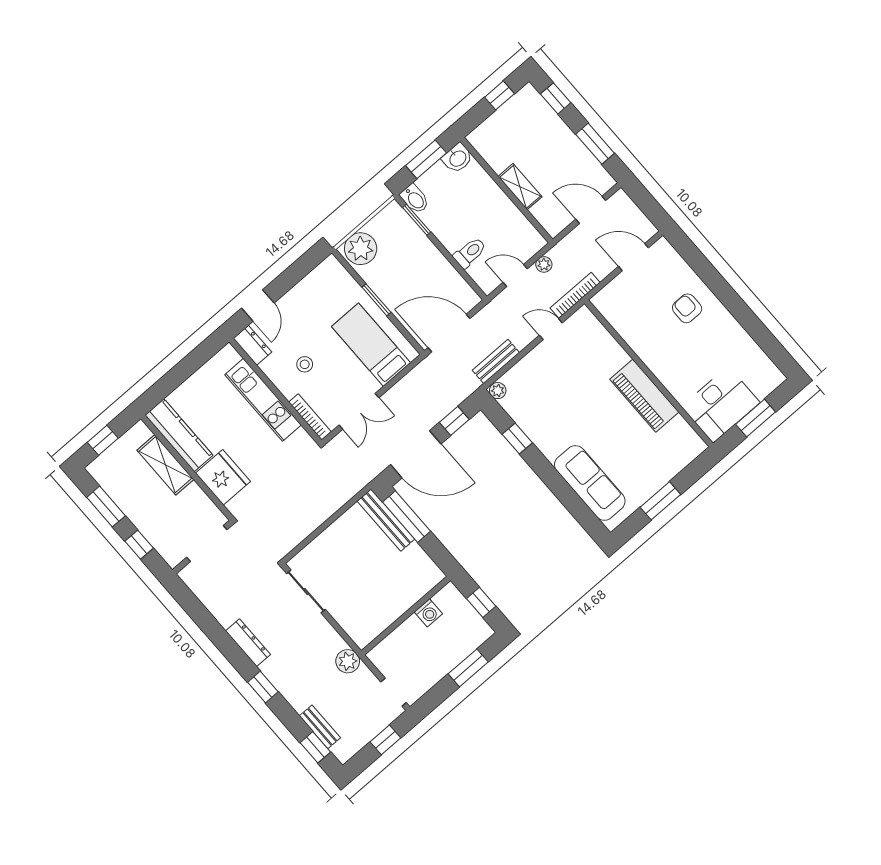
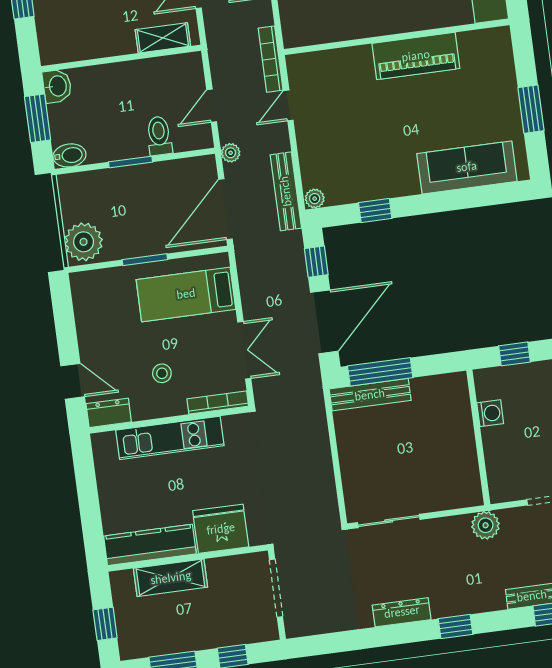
shelving: (520, 187) -> (163, 38), moved
window: (417, 220) -> (130, 162), moved
plant: (544, 264) -> (231, 153), moved
bench: (496, 361) -> (286, 191), width x1.36

